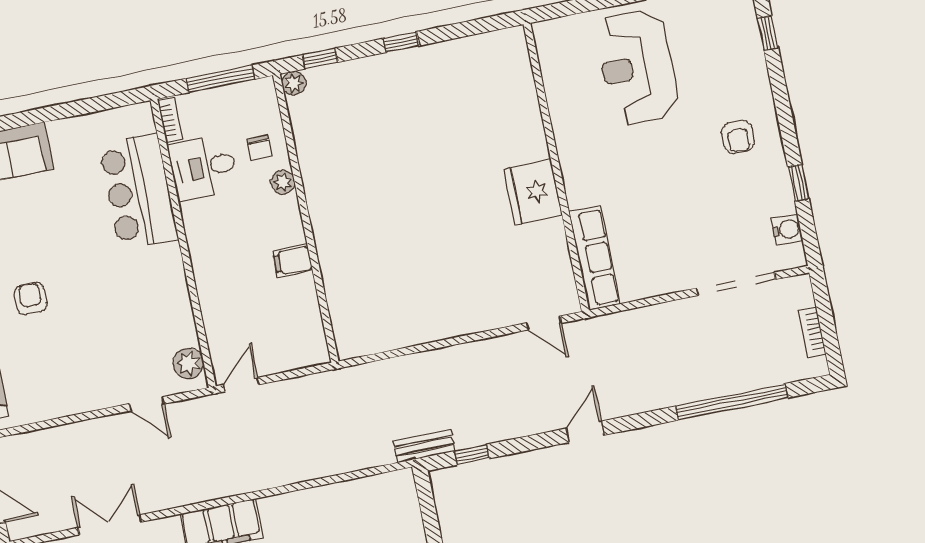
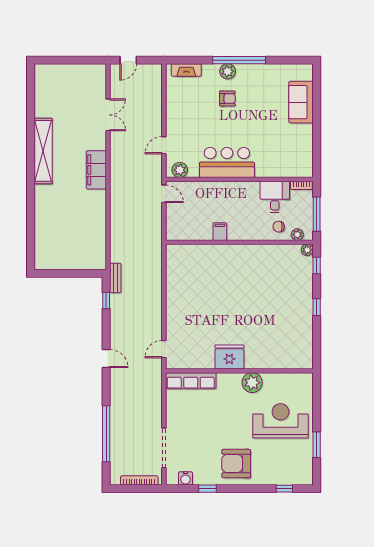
armchair: (738, 137) -> (236, 464), width x1.88, depth x1.88
plant: (574, 138) -> (252, 383), added
plant: (283, 182) -> (297, 235), moved
bar counter: (138, 191) -> (227, 162), moved
bookcase: (812, 332) -> (139, 480), width x1.56

